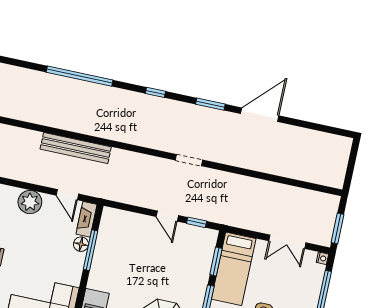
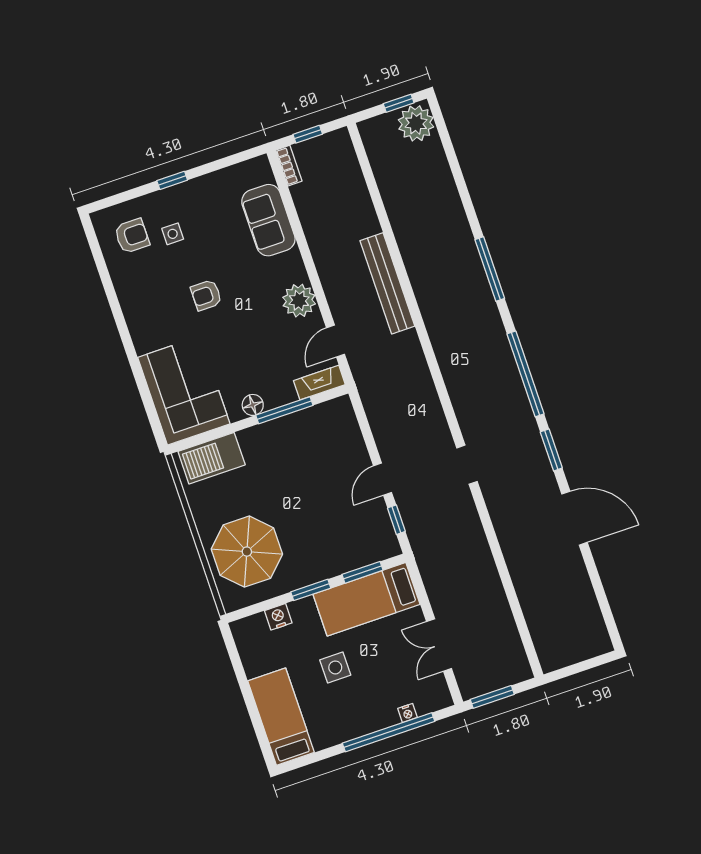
window: (80, 76) -> (490, 269), width x0.68
window: (155, 92) -> (525, 374), width x3.17
bench: (76, 148) -> (387, 283), moved
floor lamp: (81, 244) -> (253, 405), moved
nightstand: (322, 258) -> (407, 713), moved

